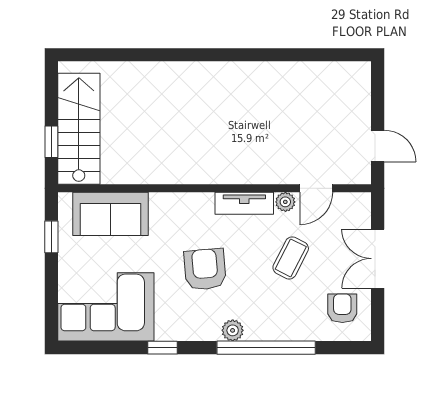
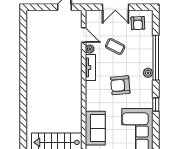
armchair: (342, 308) -> (138, 23), turned -92

